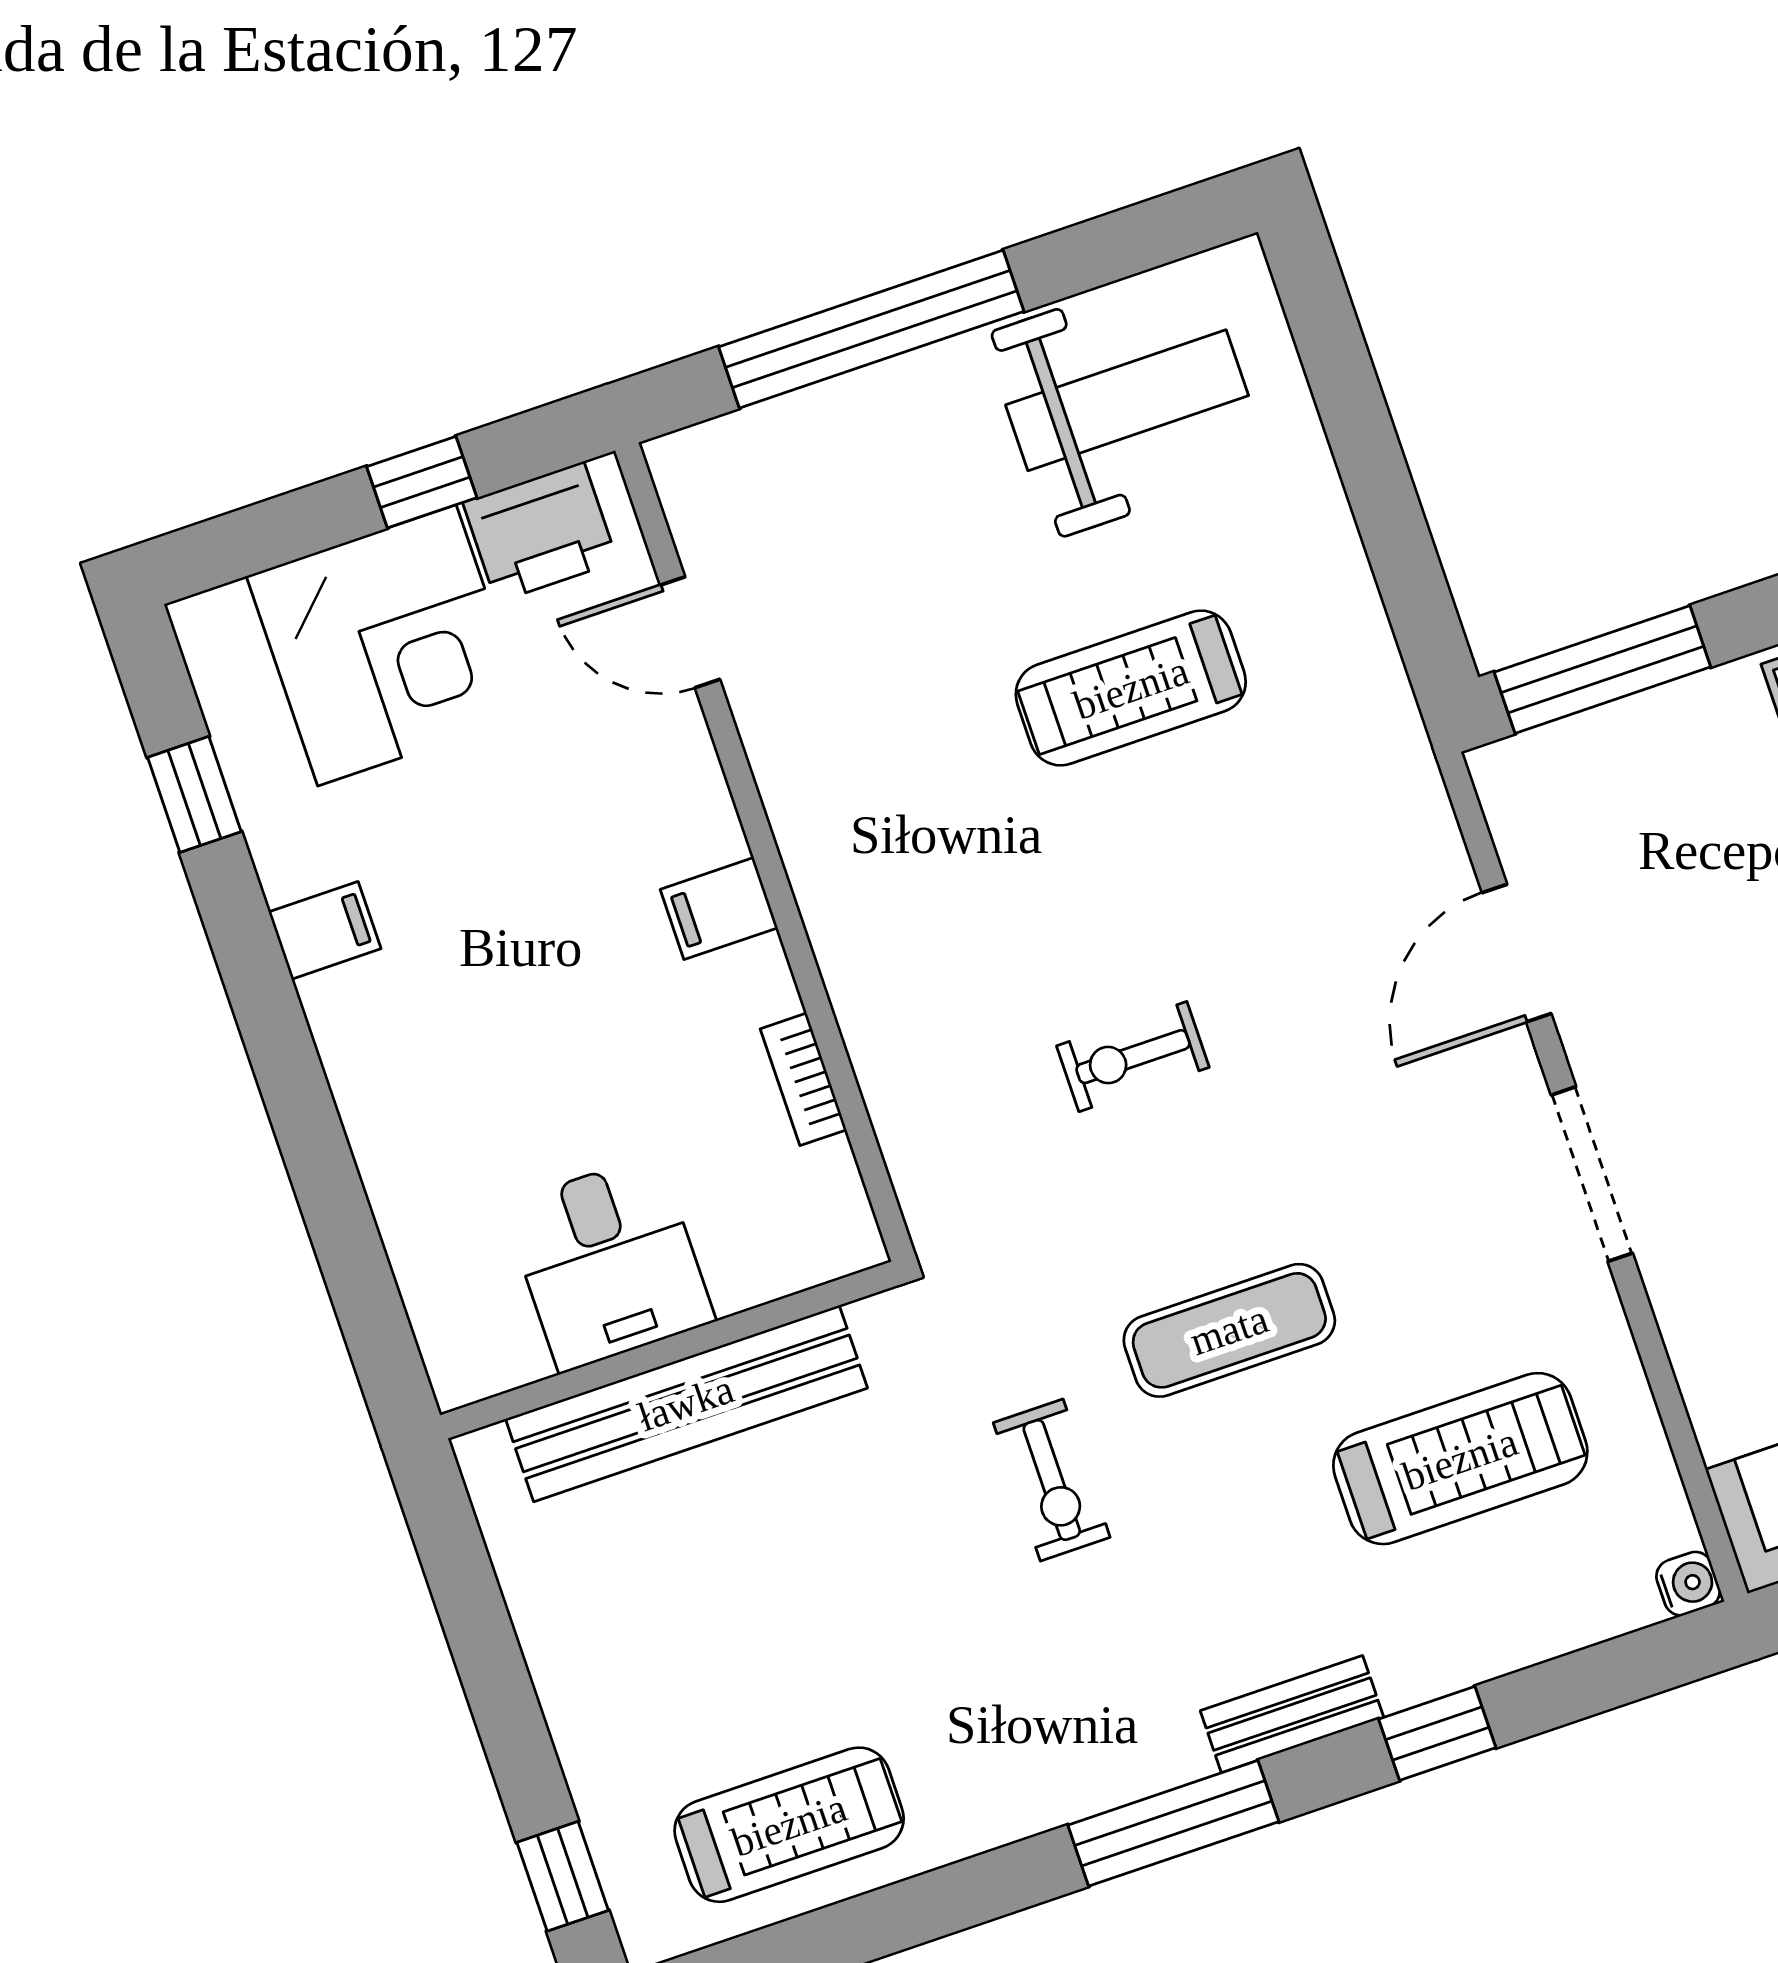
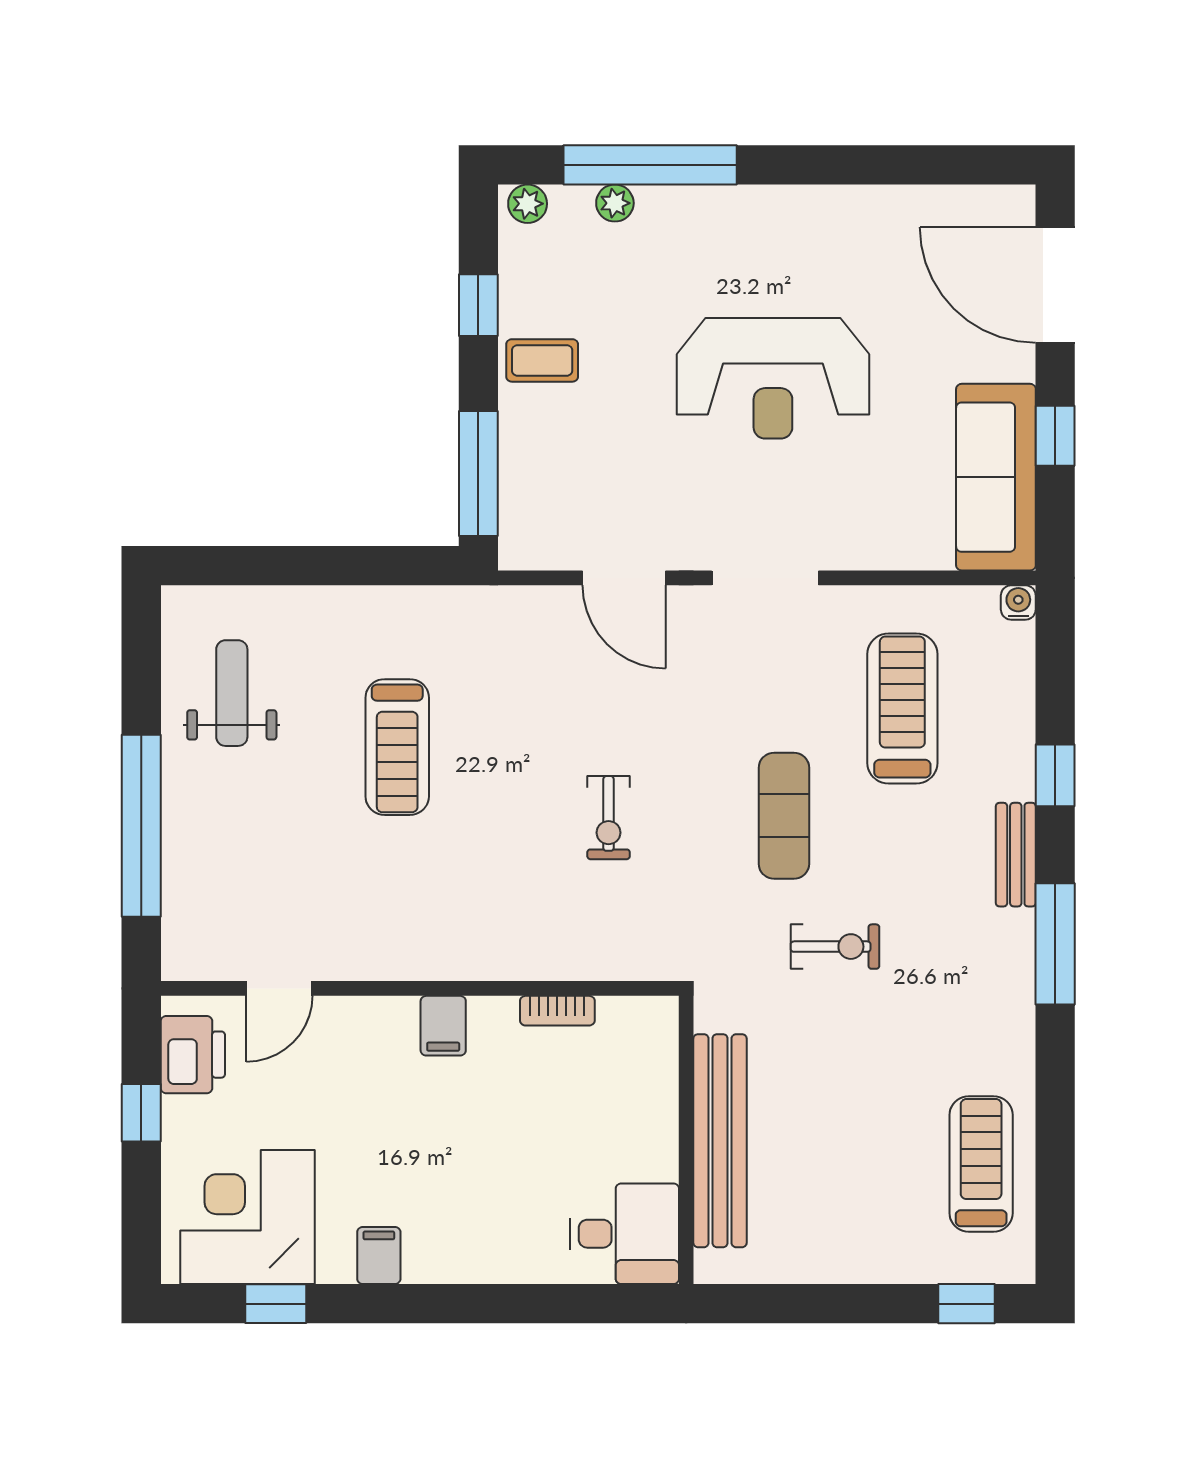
weight bench: (1127, 400) -> (232, 693), width x0.73, depth x0.75
corner desk: (387, 645) -> (248, 1217), moved, turned -90
desk: (609, 1263) -> (625, 1234), moved

